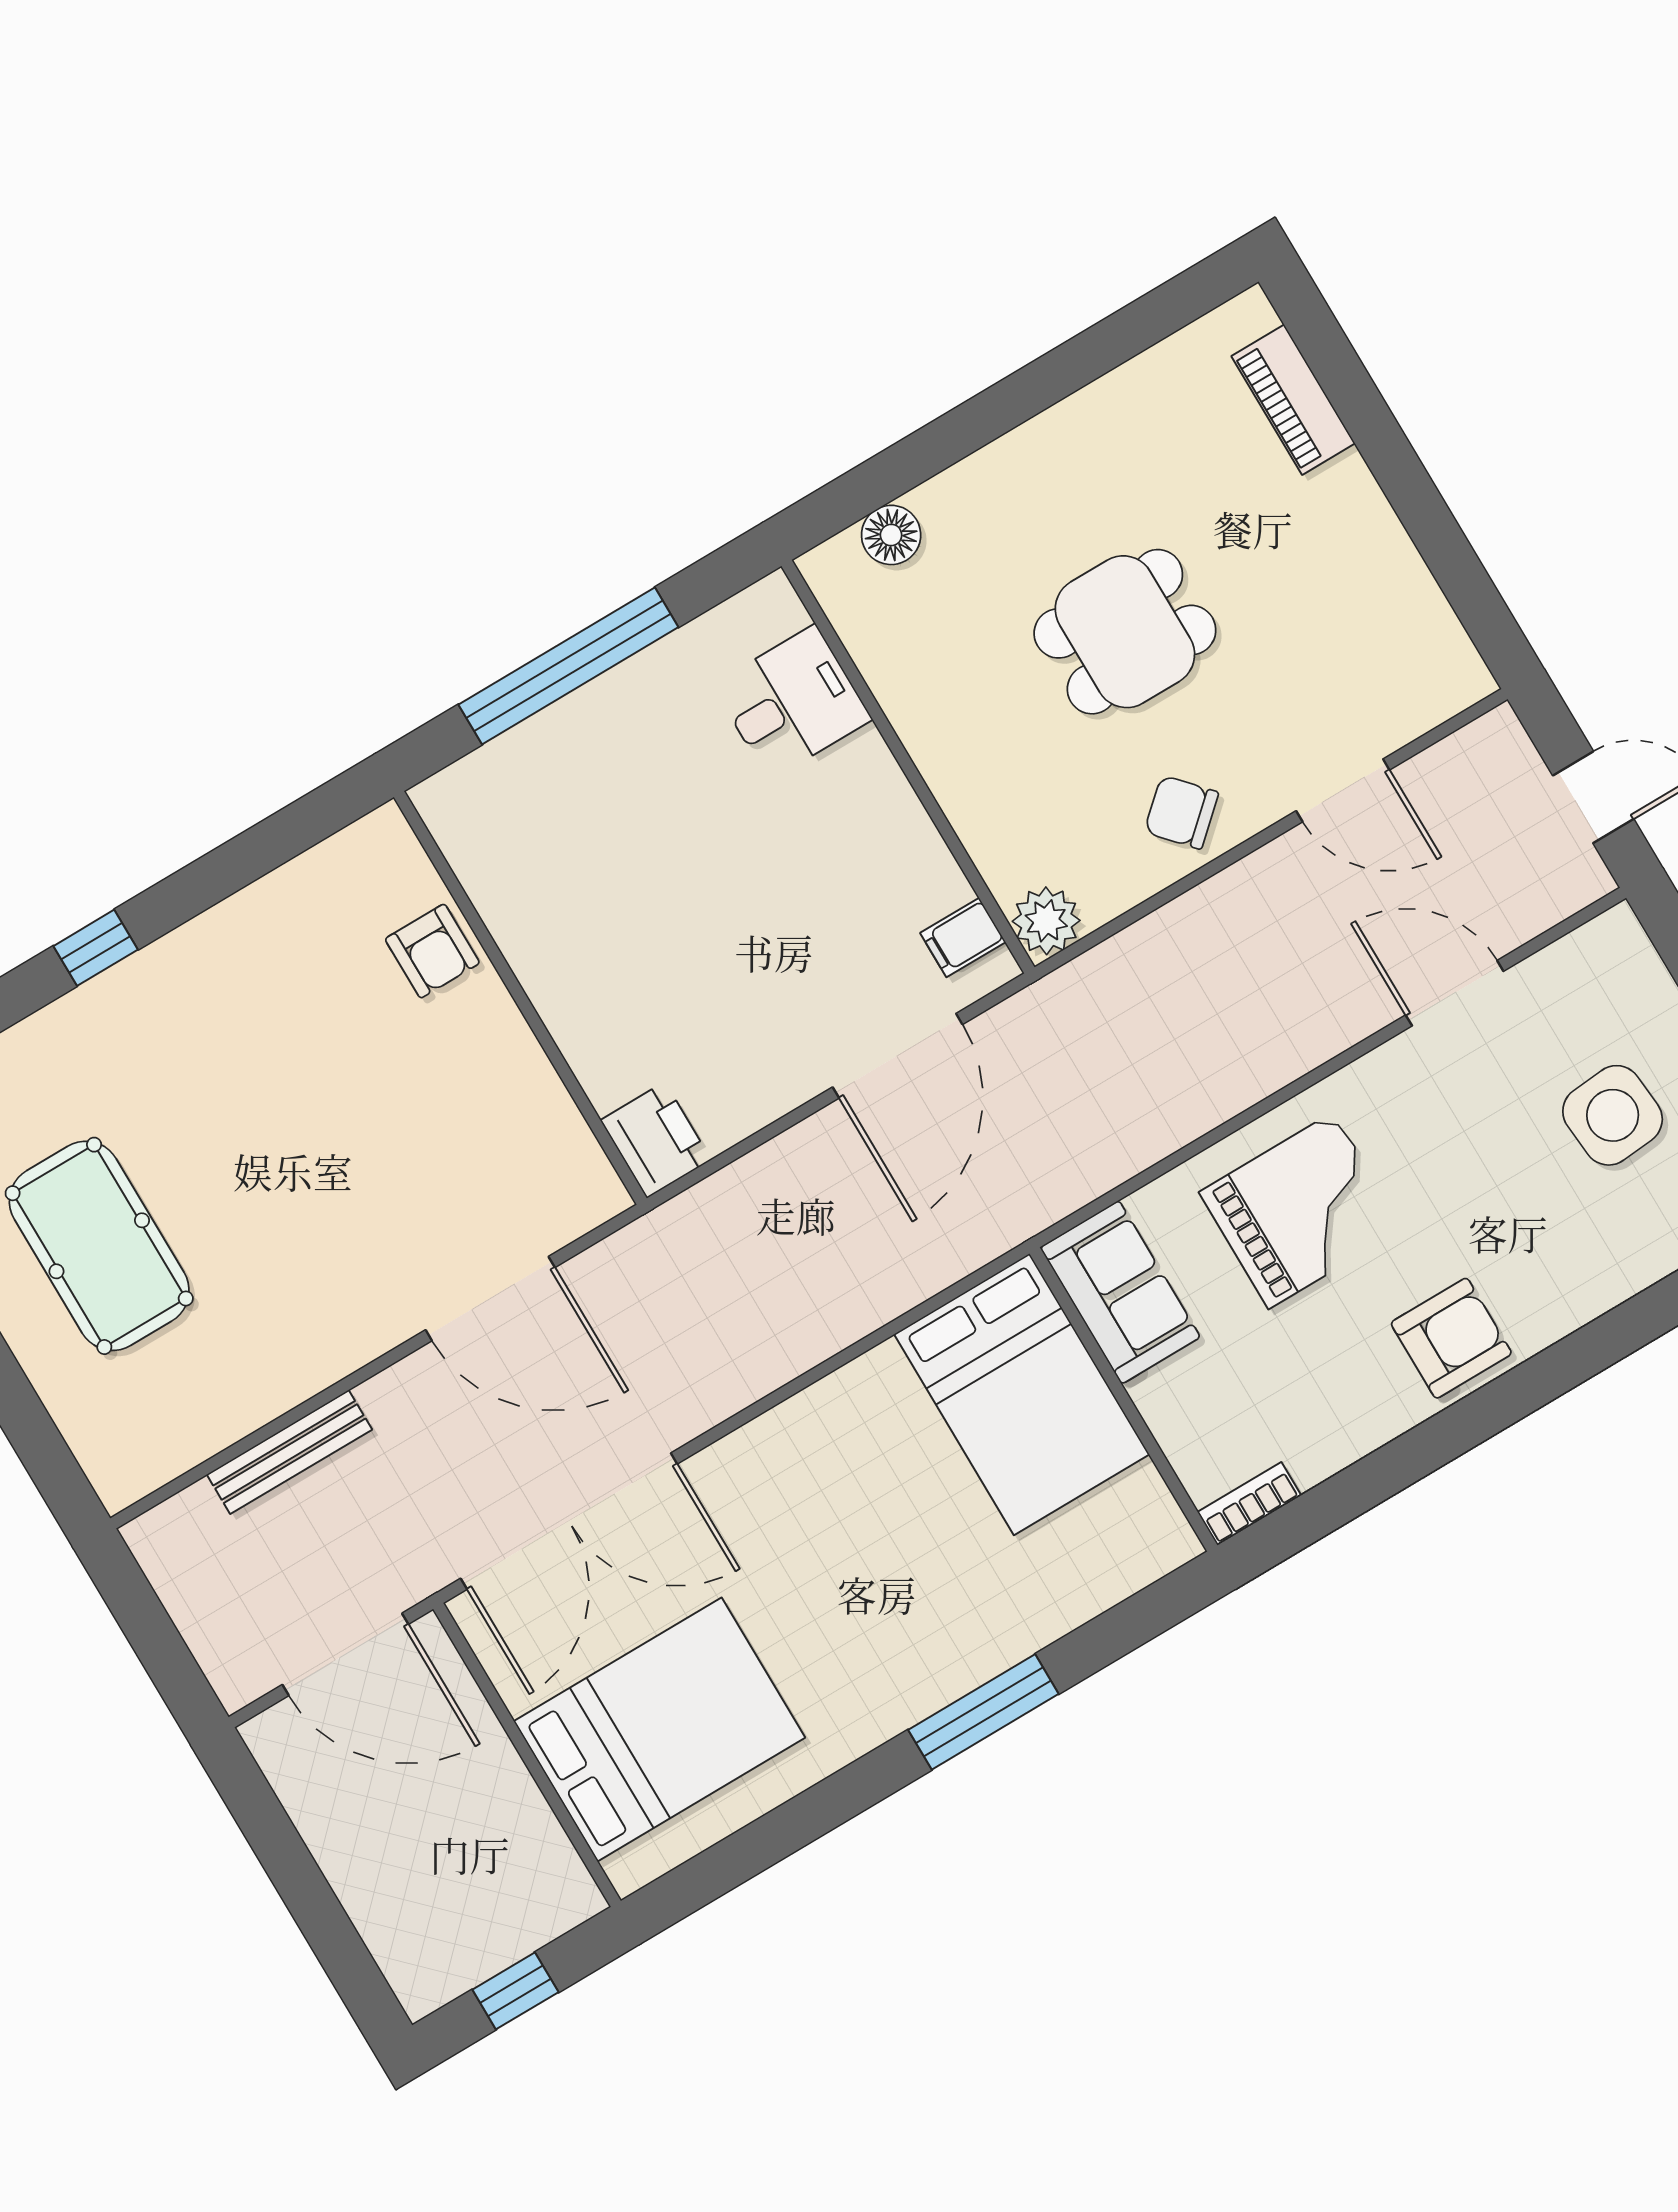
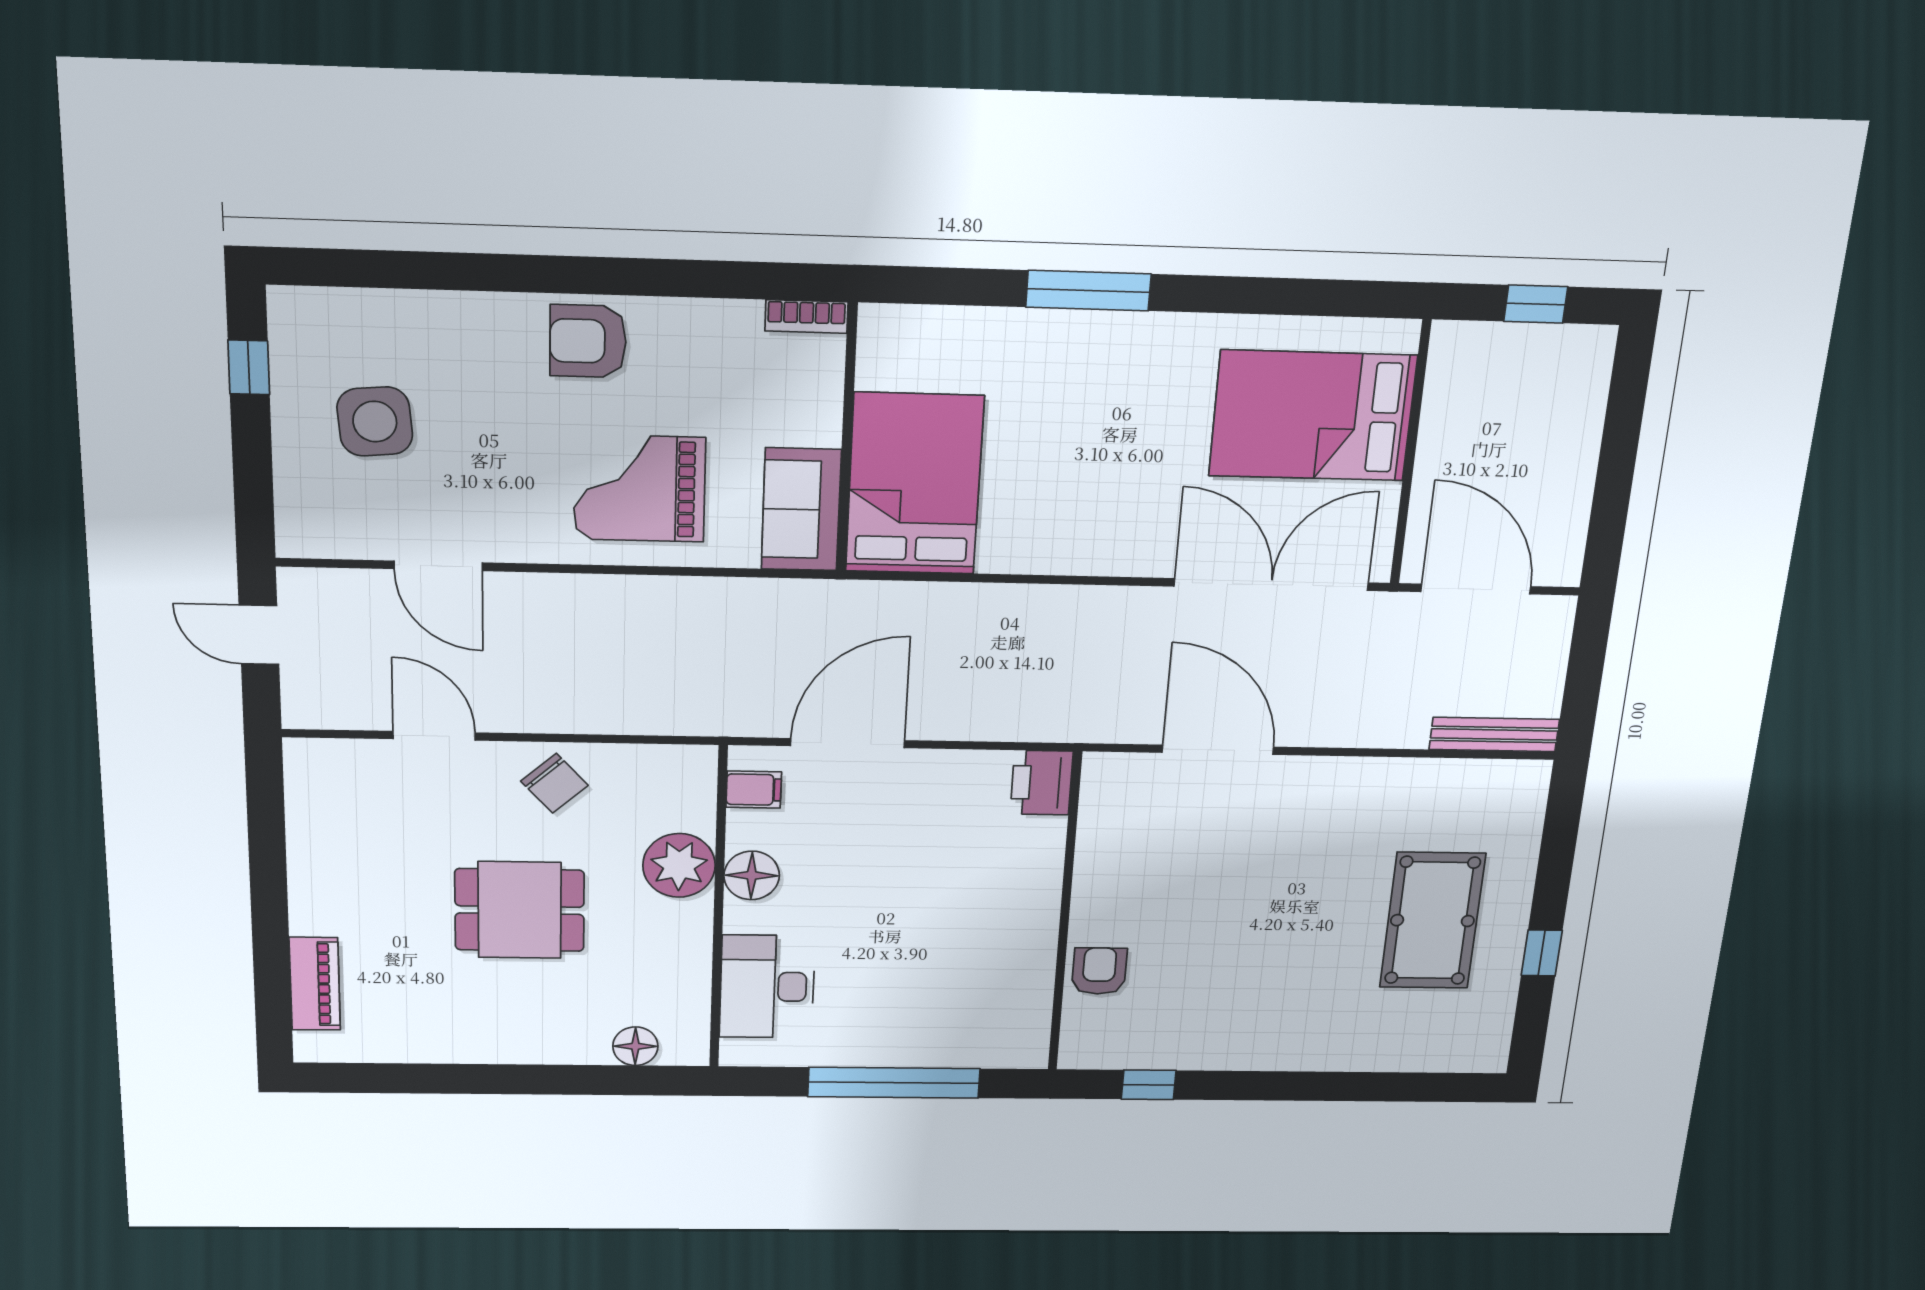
desk: (792, 702) -> (767, 987), width x1.37
floor lamp: (898, 831) -> (752, 875), added
plant: (1046, 921) -> (679, 865), moved, width x1.36, depth x1.36
window: (96, 948) -> (1149, 1085), moved
bench: (289, 1452) -> (1494, 734), moved

